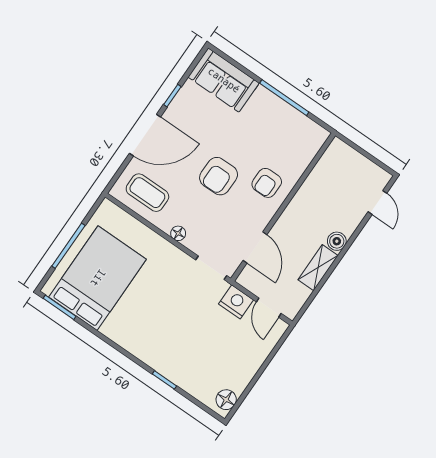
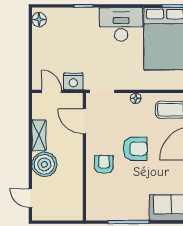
armchair: (219, 176) -> (135, 149), turned 90
boiler: (337, 241) -> (44, 164), width x1.86, depth x1.86
desk: (136, 329) -> (121, 24), added

